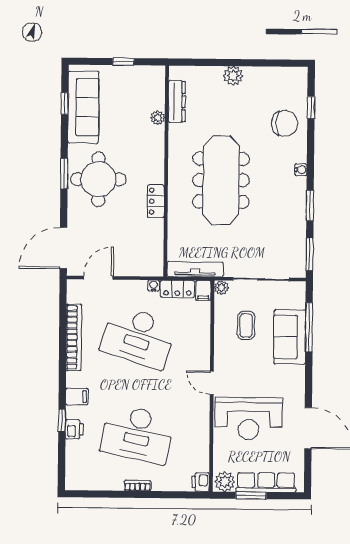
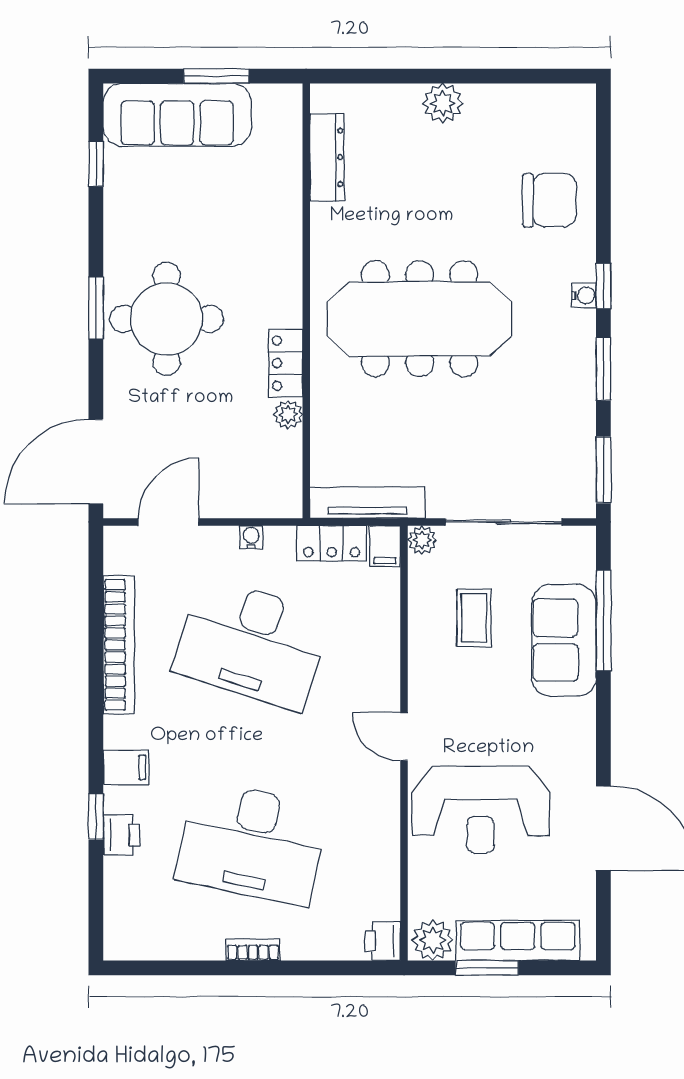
window: (123, 62) -> (216, 76), width x1.50
sofa: (83, 107) -> (177, 115), moved, turned 90
window: (311, 107) -> (603, 286), moved
plant: (158, 118) -> (288, 414), moved
meeting table: (221, 180) -> (420, 319), turned 90
water cooler: (153, 286) -> (251, 537), moved

